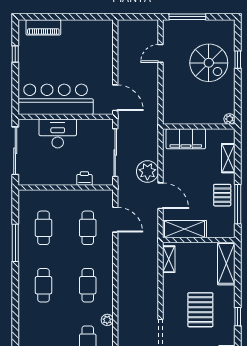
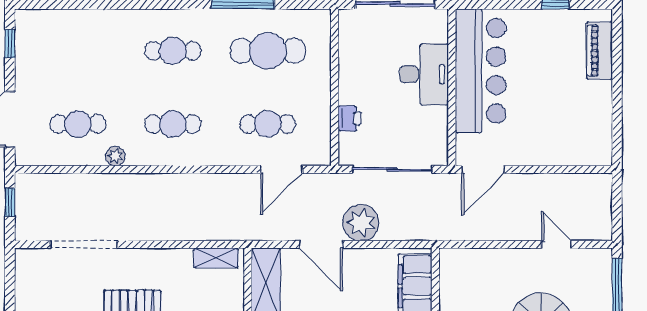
door: (161, 196) -> (321, 244), hinge flipped
cafe table: (44, 228) -> (268, 51), width x1.37, depth x1.35

